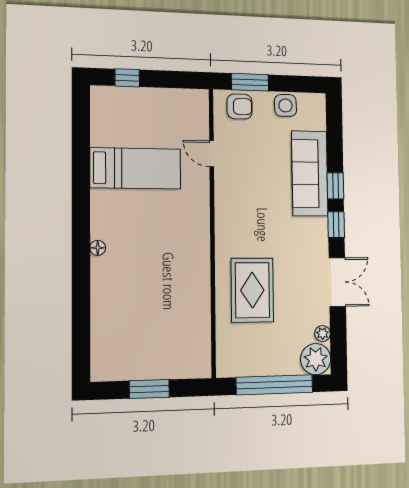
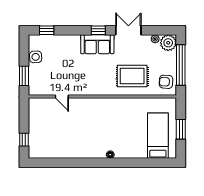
armchair: (240, 107) -> (166, 82), moved, turned -87
door: (212, 154) -> (62, 97), hinge flipped
bed: (135, 168) -> (158, 136), moved
sofa: (310, 173) -> (97, 44), moved, width x0.73
window: (335, 186) -> (47, 30), moved

